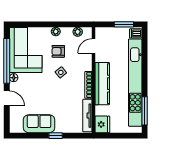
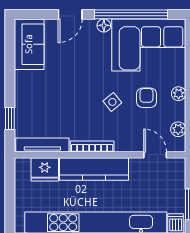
sofa: (39, 124) -> (29, 44), moved
fridge: (102, 124) -> (45, 169), moved
window: (56, 136) -> (10, 119), moved

